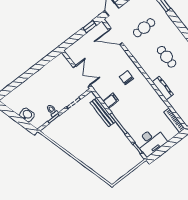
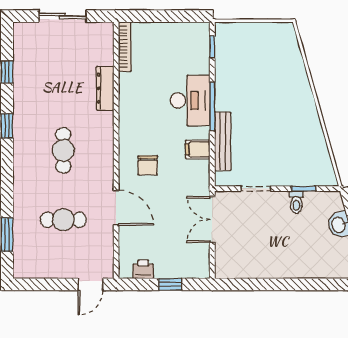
window: (90, 27) -> (170, 284), moved
printer: (95, 33) -> (143, 269), added
door: (115, 36) -> (116, 208), moved
dresser: (163, 88) -> (105, 88), moved
desk: (151, 142) -> (190, 100), moved, turned 90

